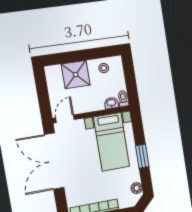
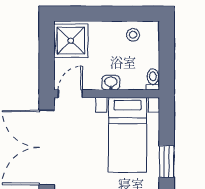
shower: (76, 75) -> (71, 41), moved
washbasin: (111, 103) -> (111, 83), moved

